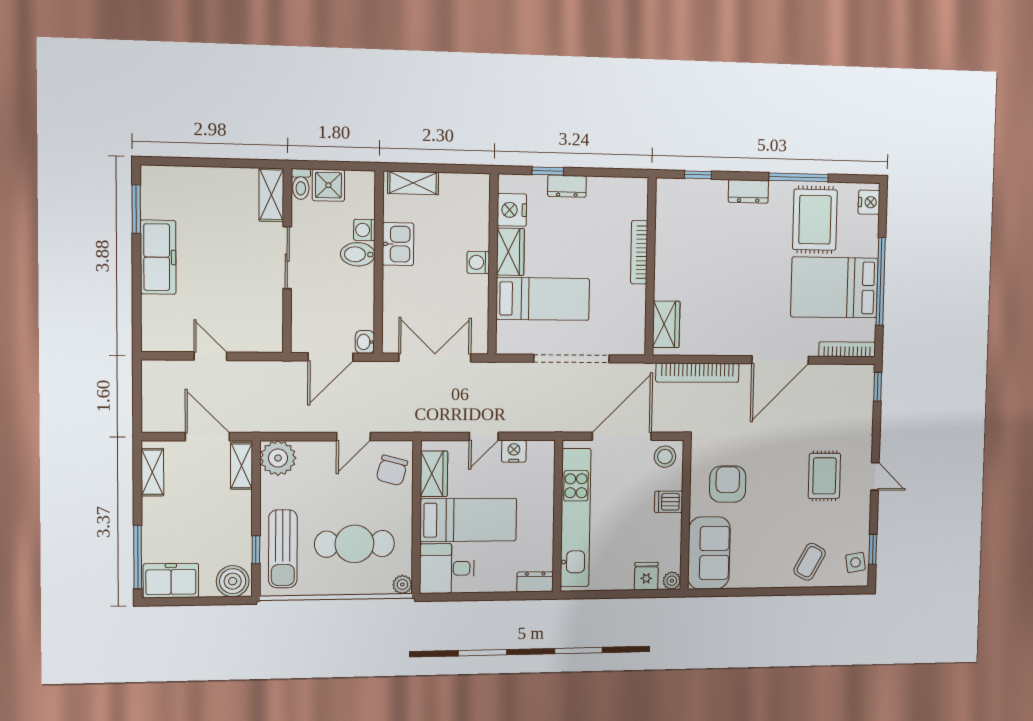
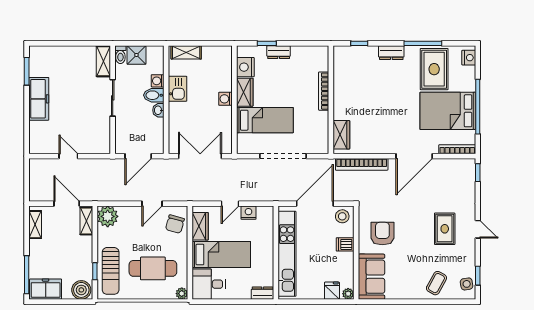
washbasin: (365, 342) -> (158, 110), moved

